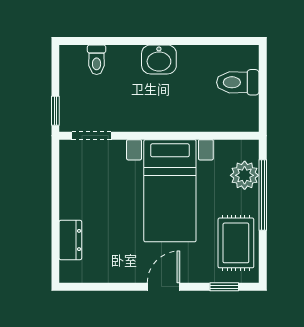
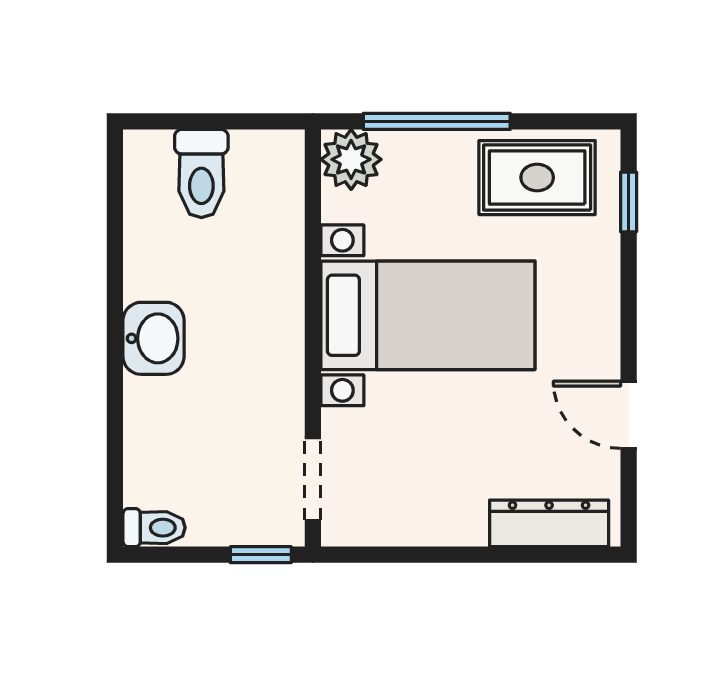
toilet: (97, 60) -> (154, 528), moved
plant: (245, 175) -> (351, 159), moved
dresser: (70, 240) -> (549, 523), width x1.44
door: (163, 287) -> (629, 415), moved

